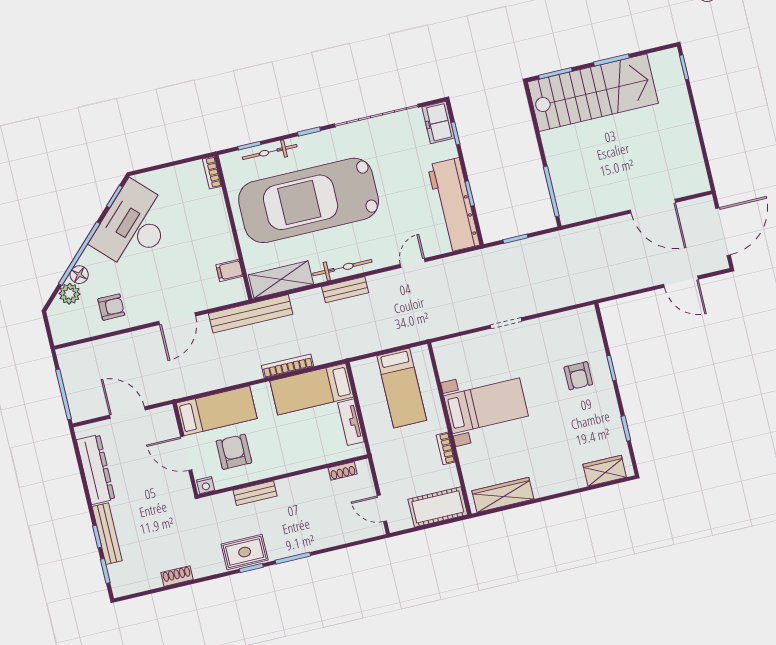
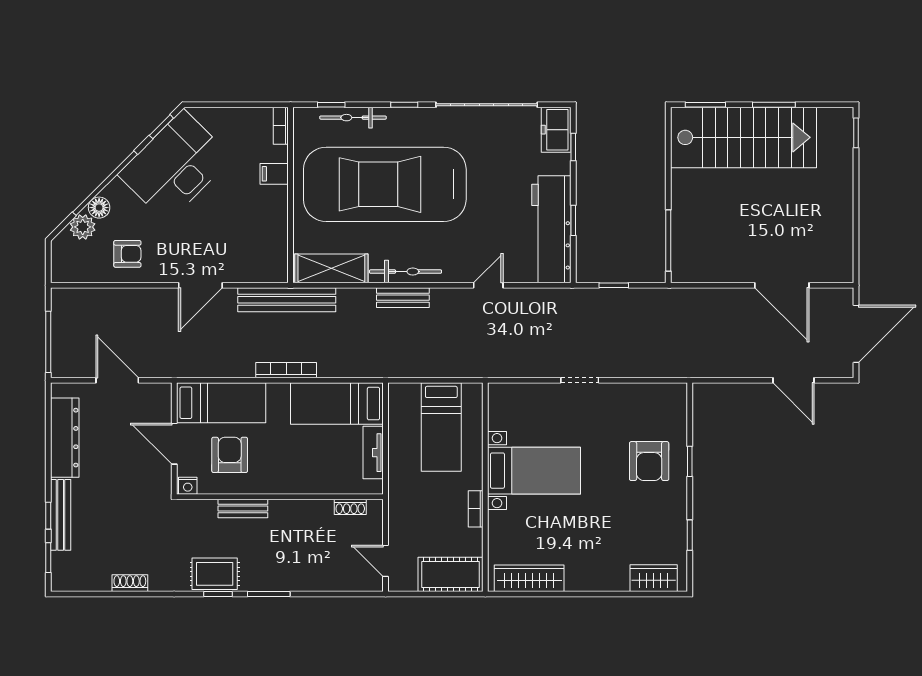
filing cabinet: (229, 270) -> (274, 174), moved
bookcase: (287, 366) -> (286, 370), moved
armchair: (578, 376) -> (649, 461), width x1.38, depth x1.38

